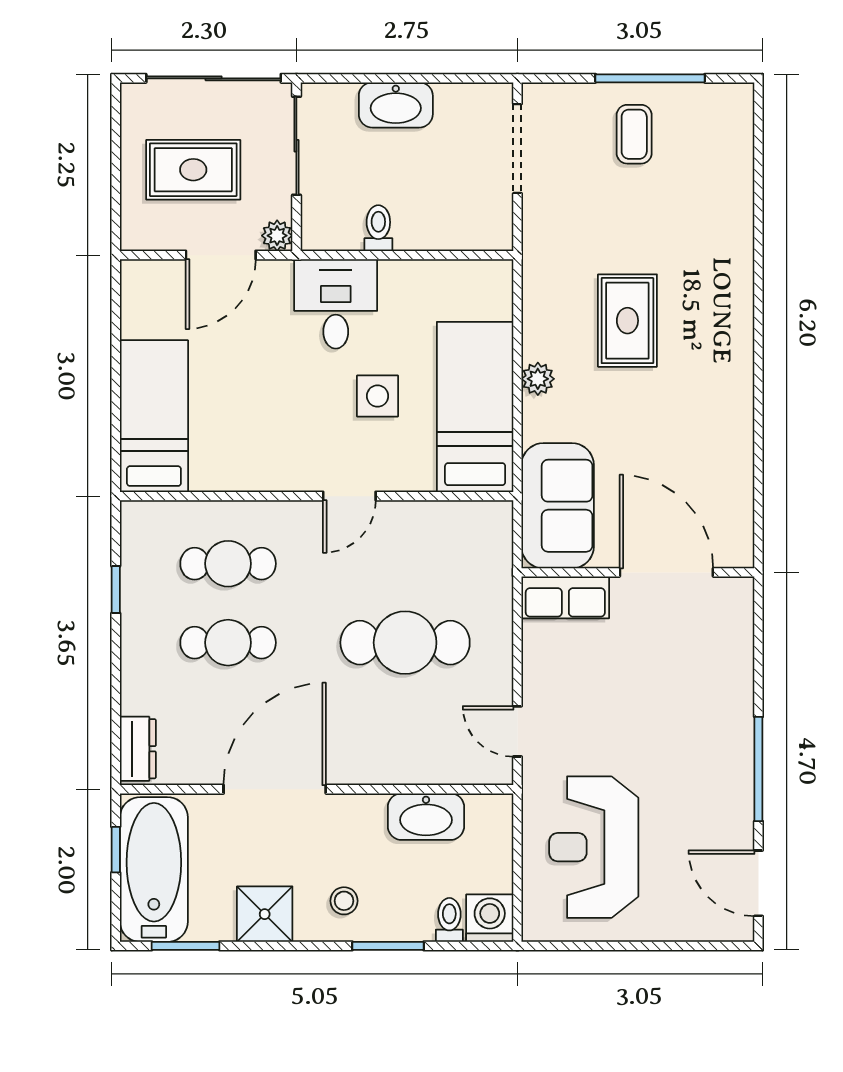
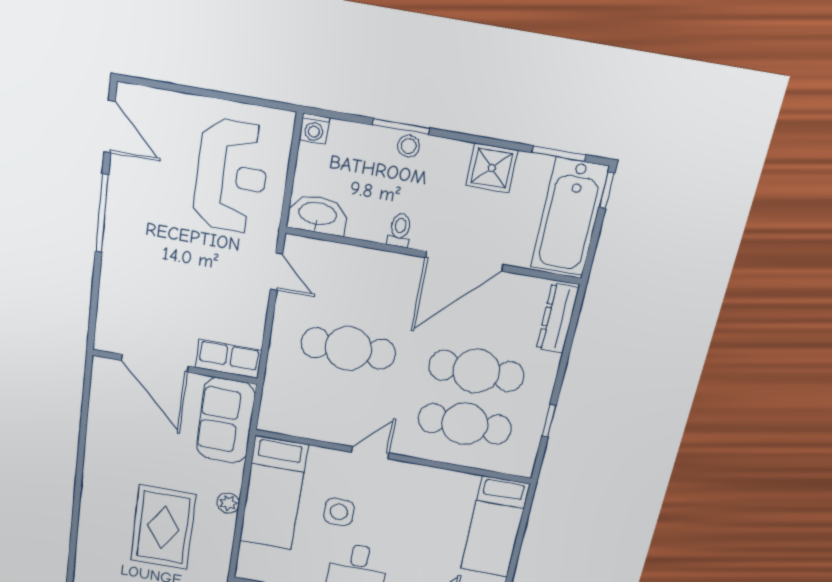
rug: (627, 321) -> (163, 527), width x1.36, depth x1.43
cafe table: (228, 564) -> (465, 424), width x1.37, depth x1.35
cafe table: (228, 643) -> (476, 371), width x1.37, depth x1.35
dresser: (138, 749) -> (558, 318), width x1.44
washbasin: (426, 817) -> (317, 215), moved
window: (116, 850) -> (607, 190), moved
stool: (344, 901) -> (409, 146), moved
washing machine: (490, 918) -> (314, 129), width x0.73, depth x0.73
toilet: (449, 920) -> (400, 230), moved, turned 180

